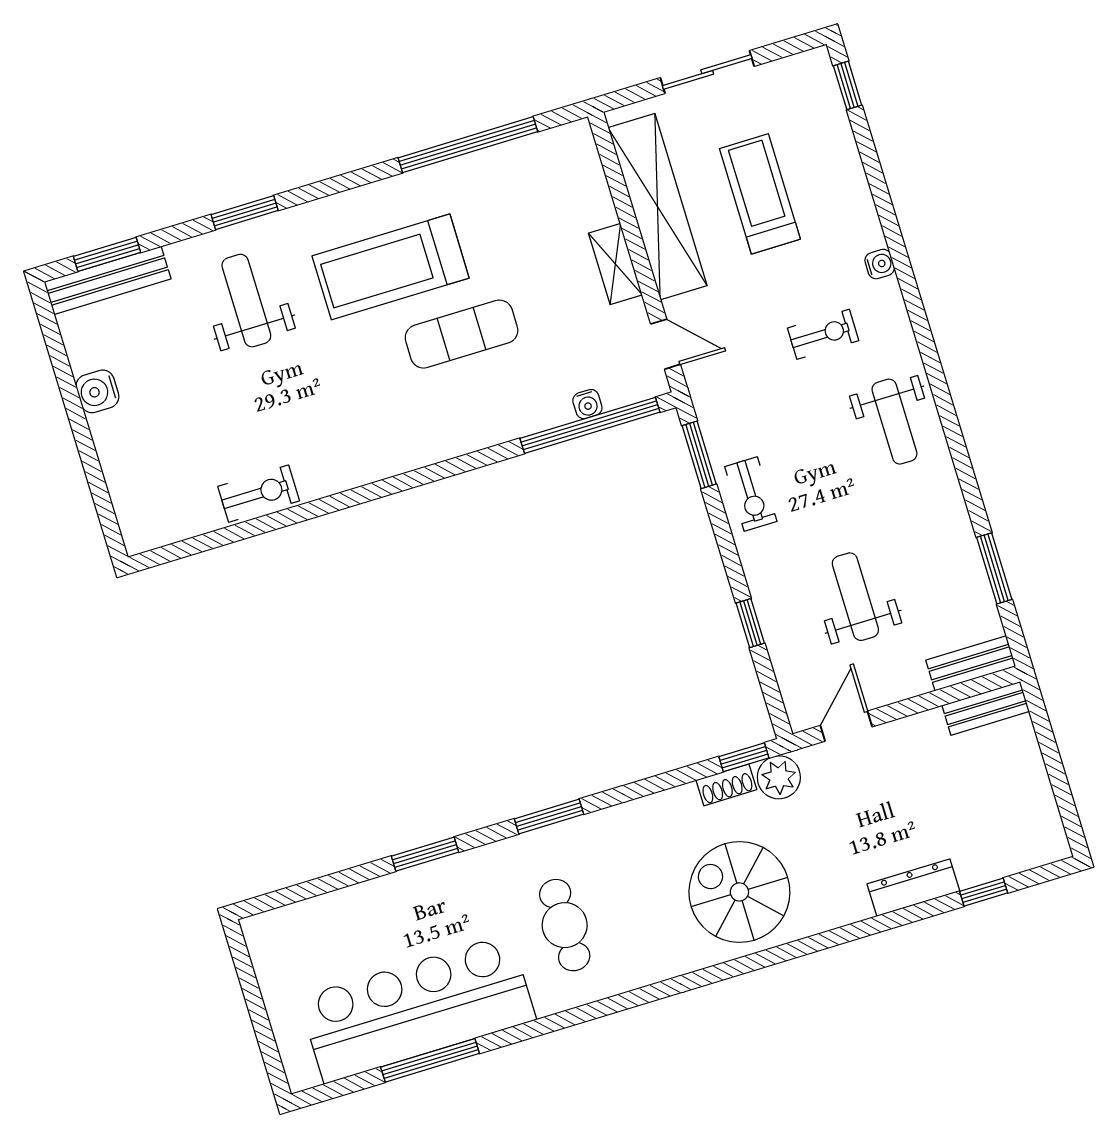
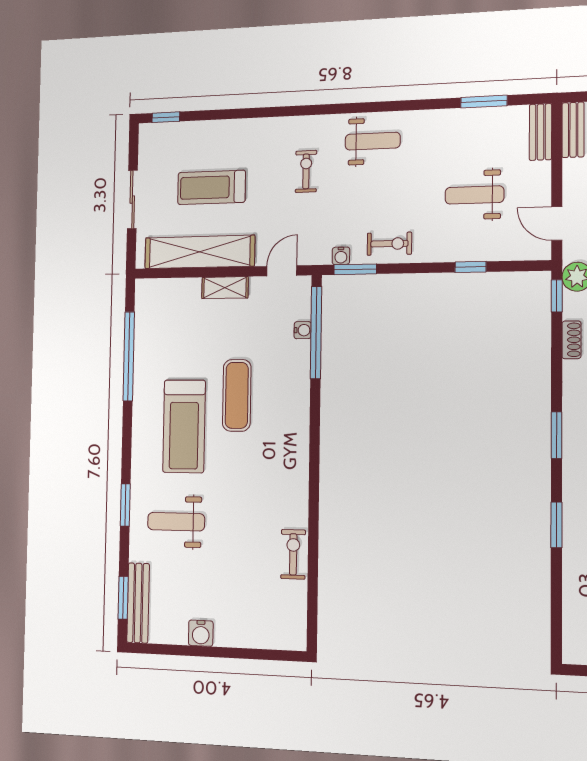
water cooler: (880, 264) -> (341, 256), moved, turned 180
shoe rack: (726, 785) -> (571, 340), moved

